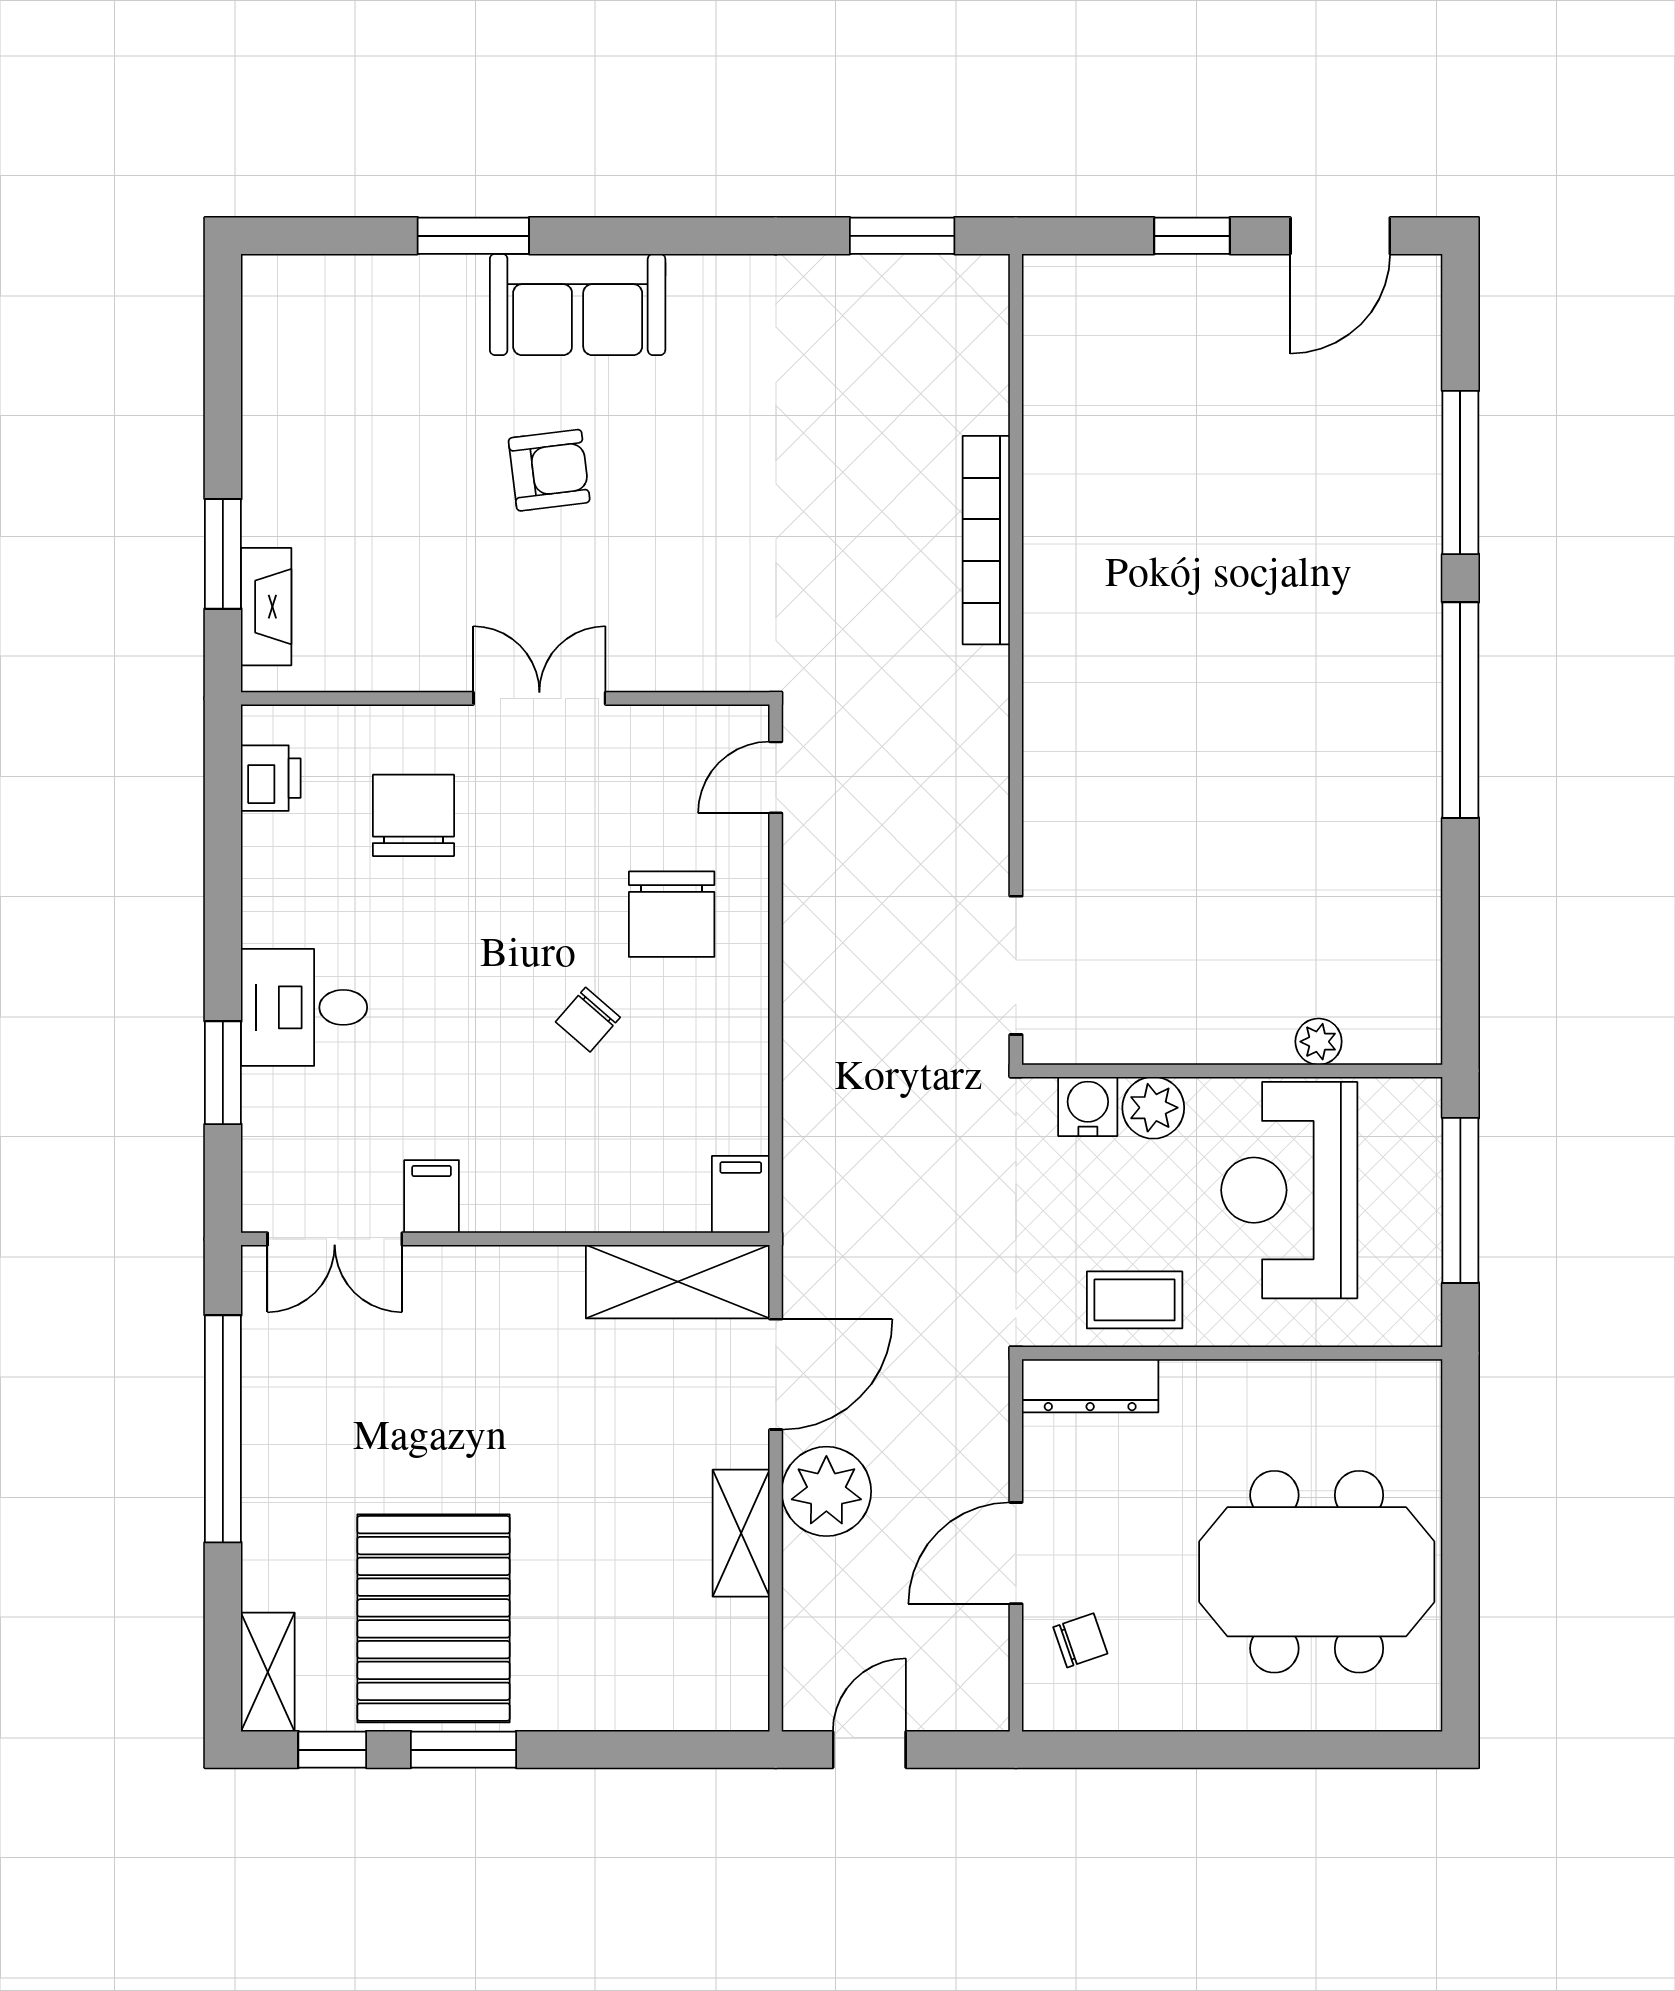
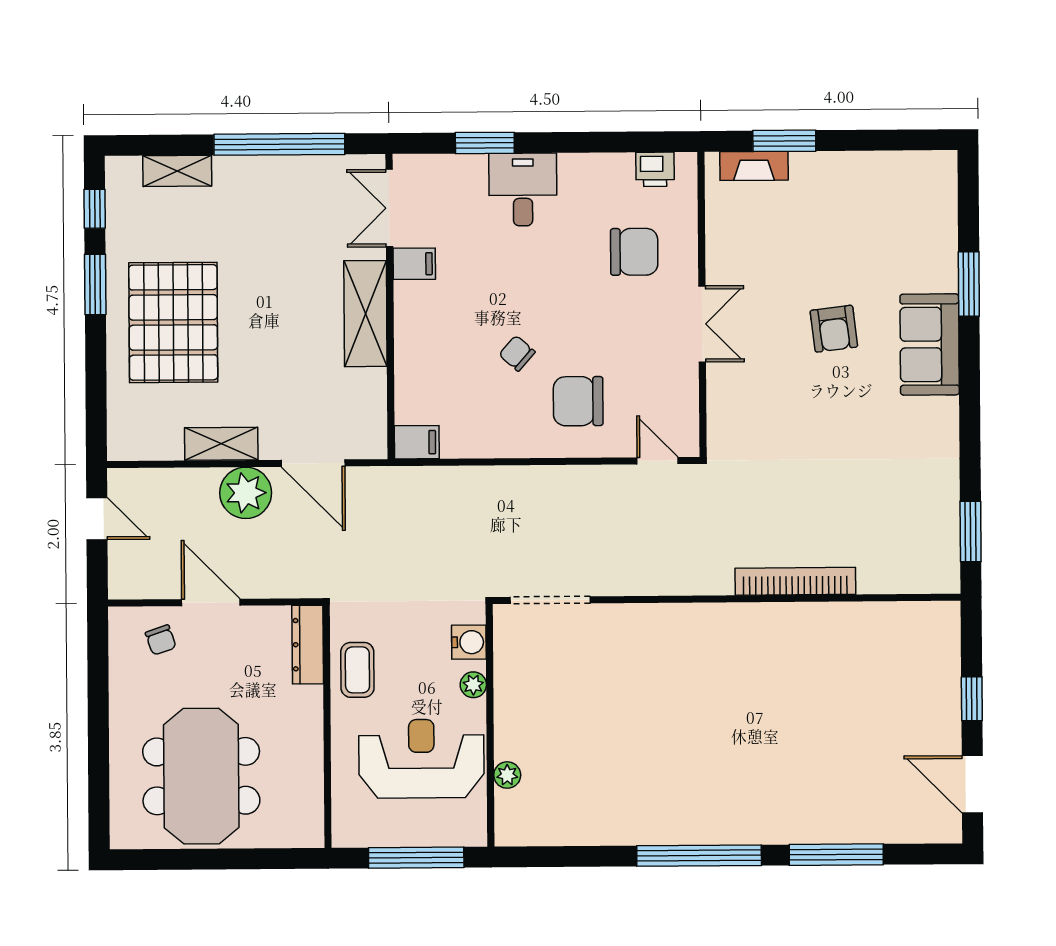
plant: (1153, 1108) -> (473, 685), width x0.73, depth x0.73
shelving: (678, 1282) -> (365, 314), moved
pallet: (434, 1618) -> (173, 322), moved, turned 90
shelving: (268, 1672) -> (177, 171), moved

